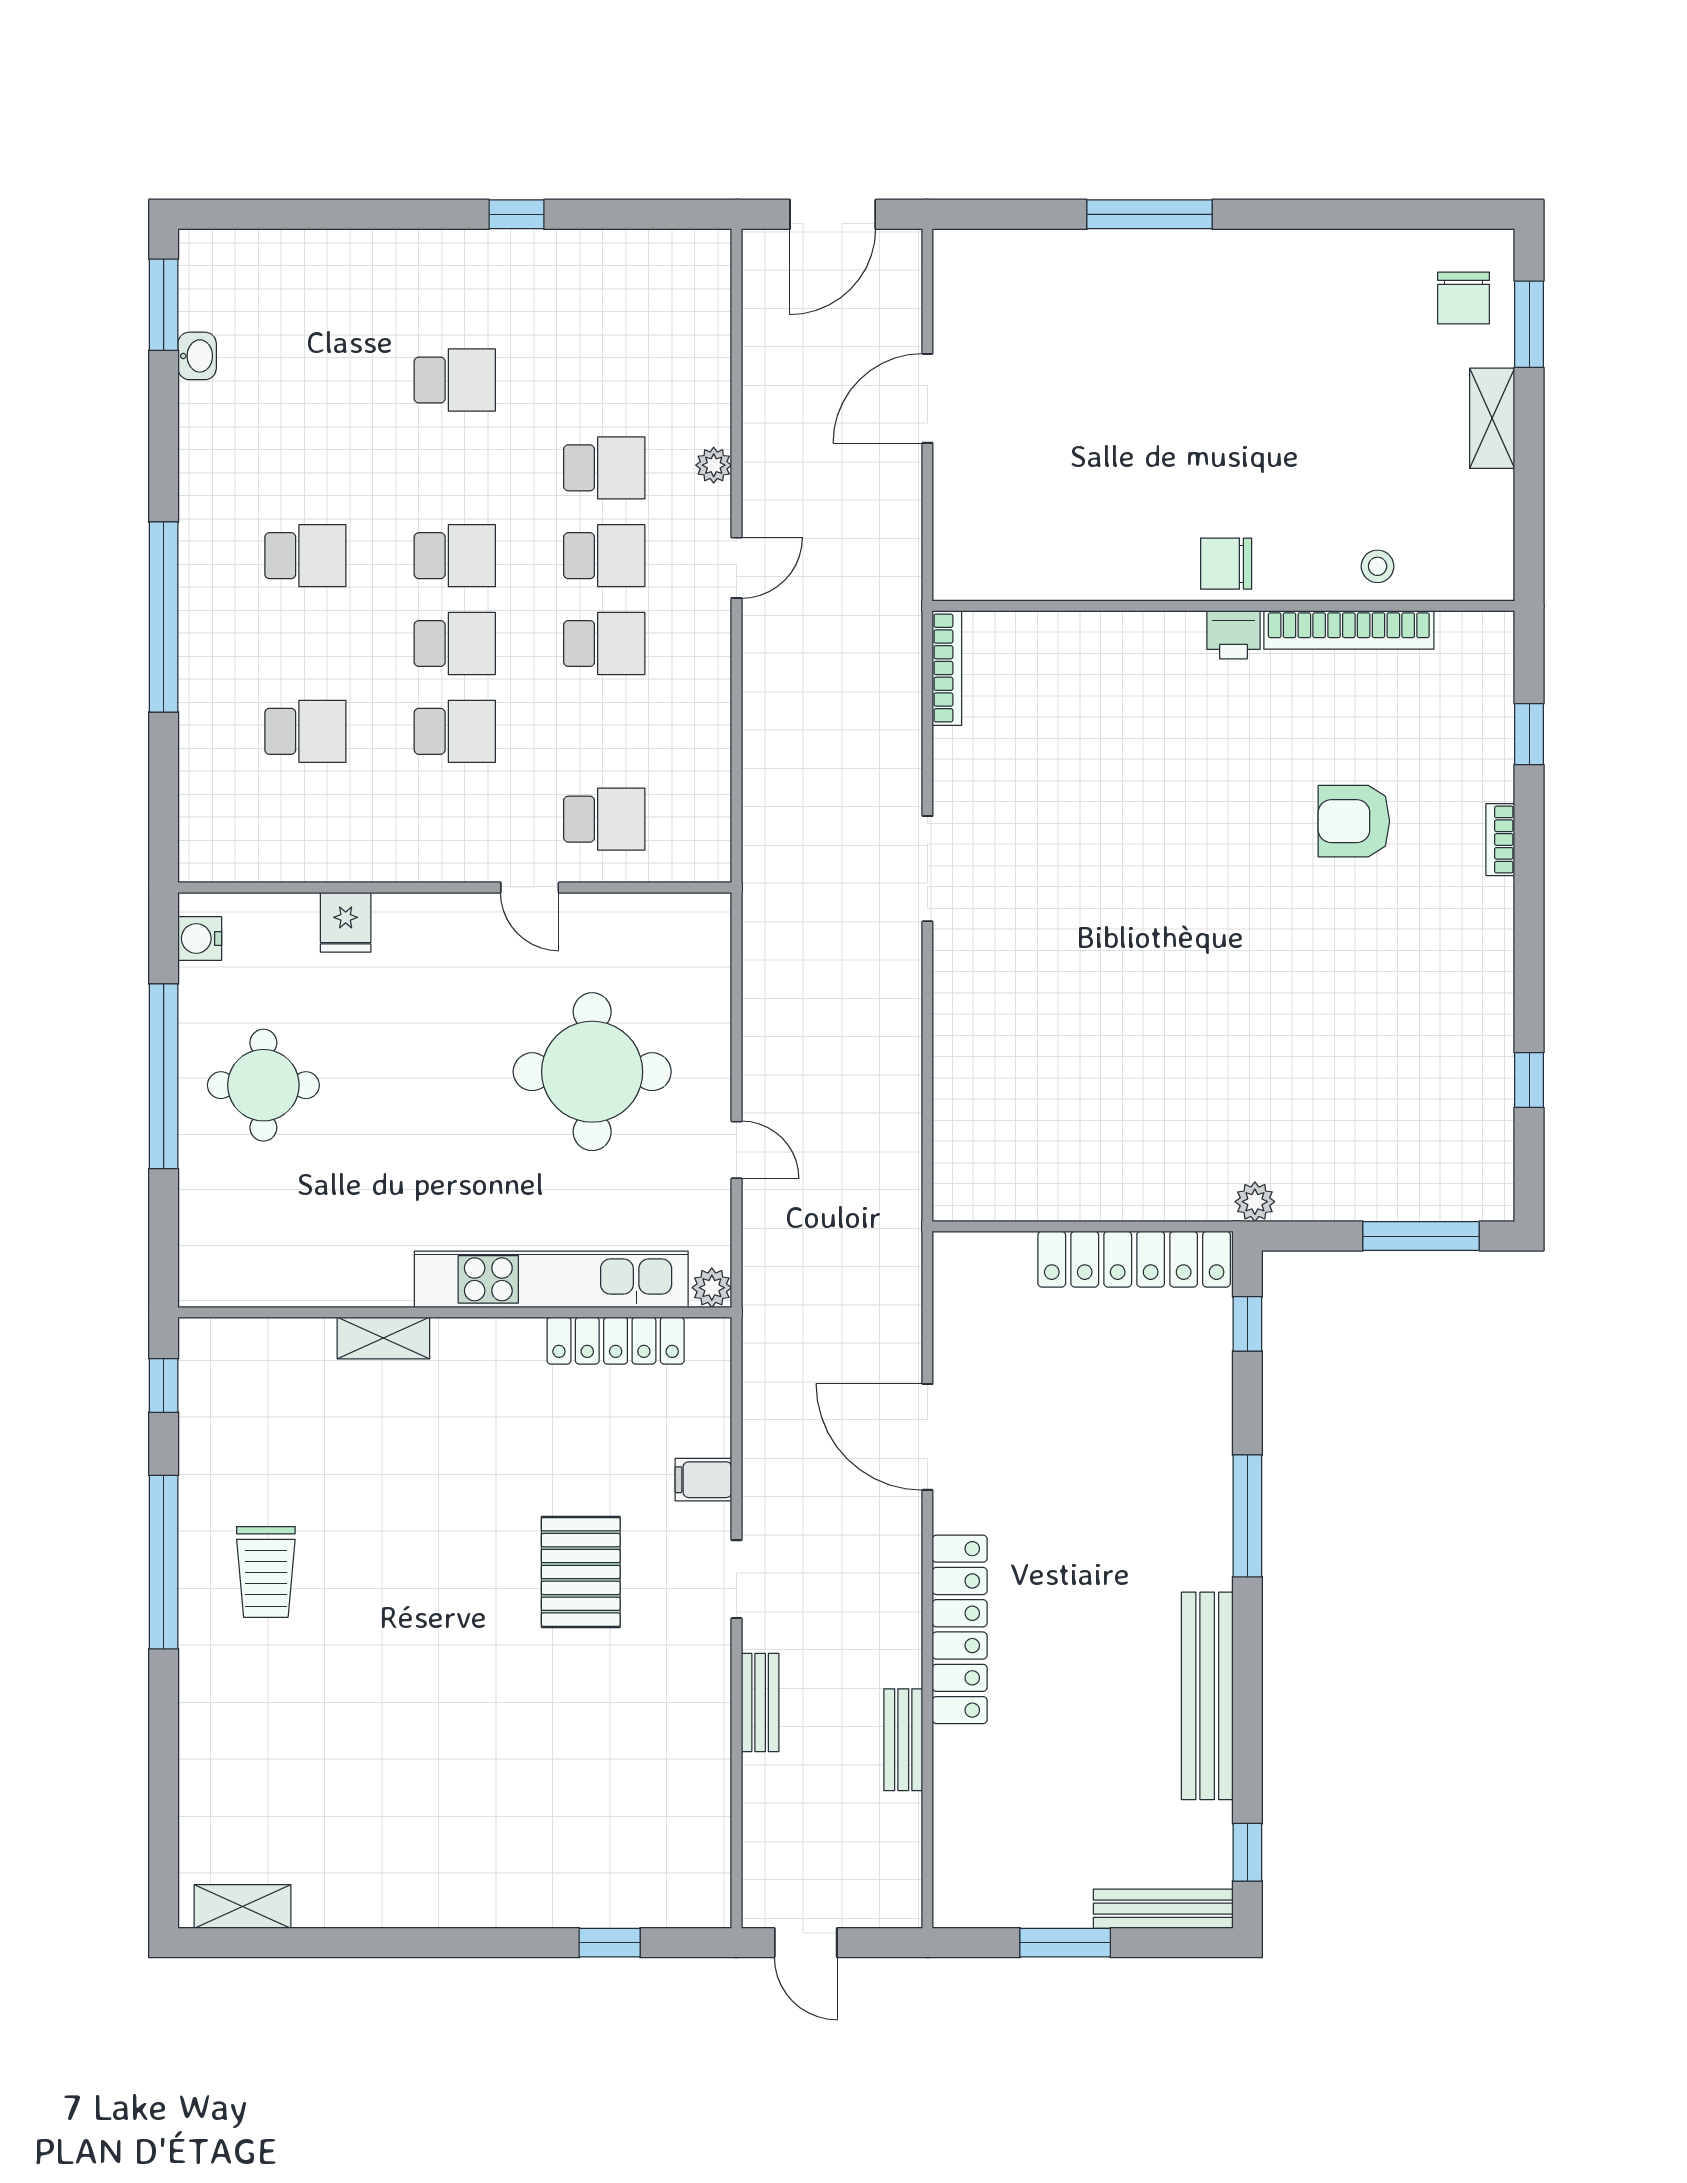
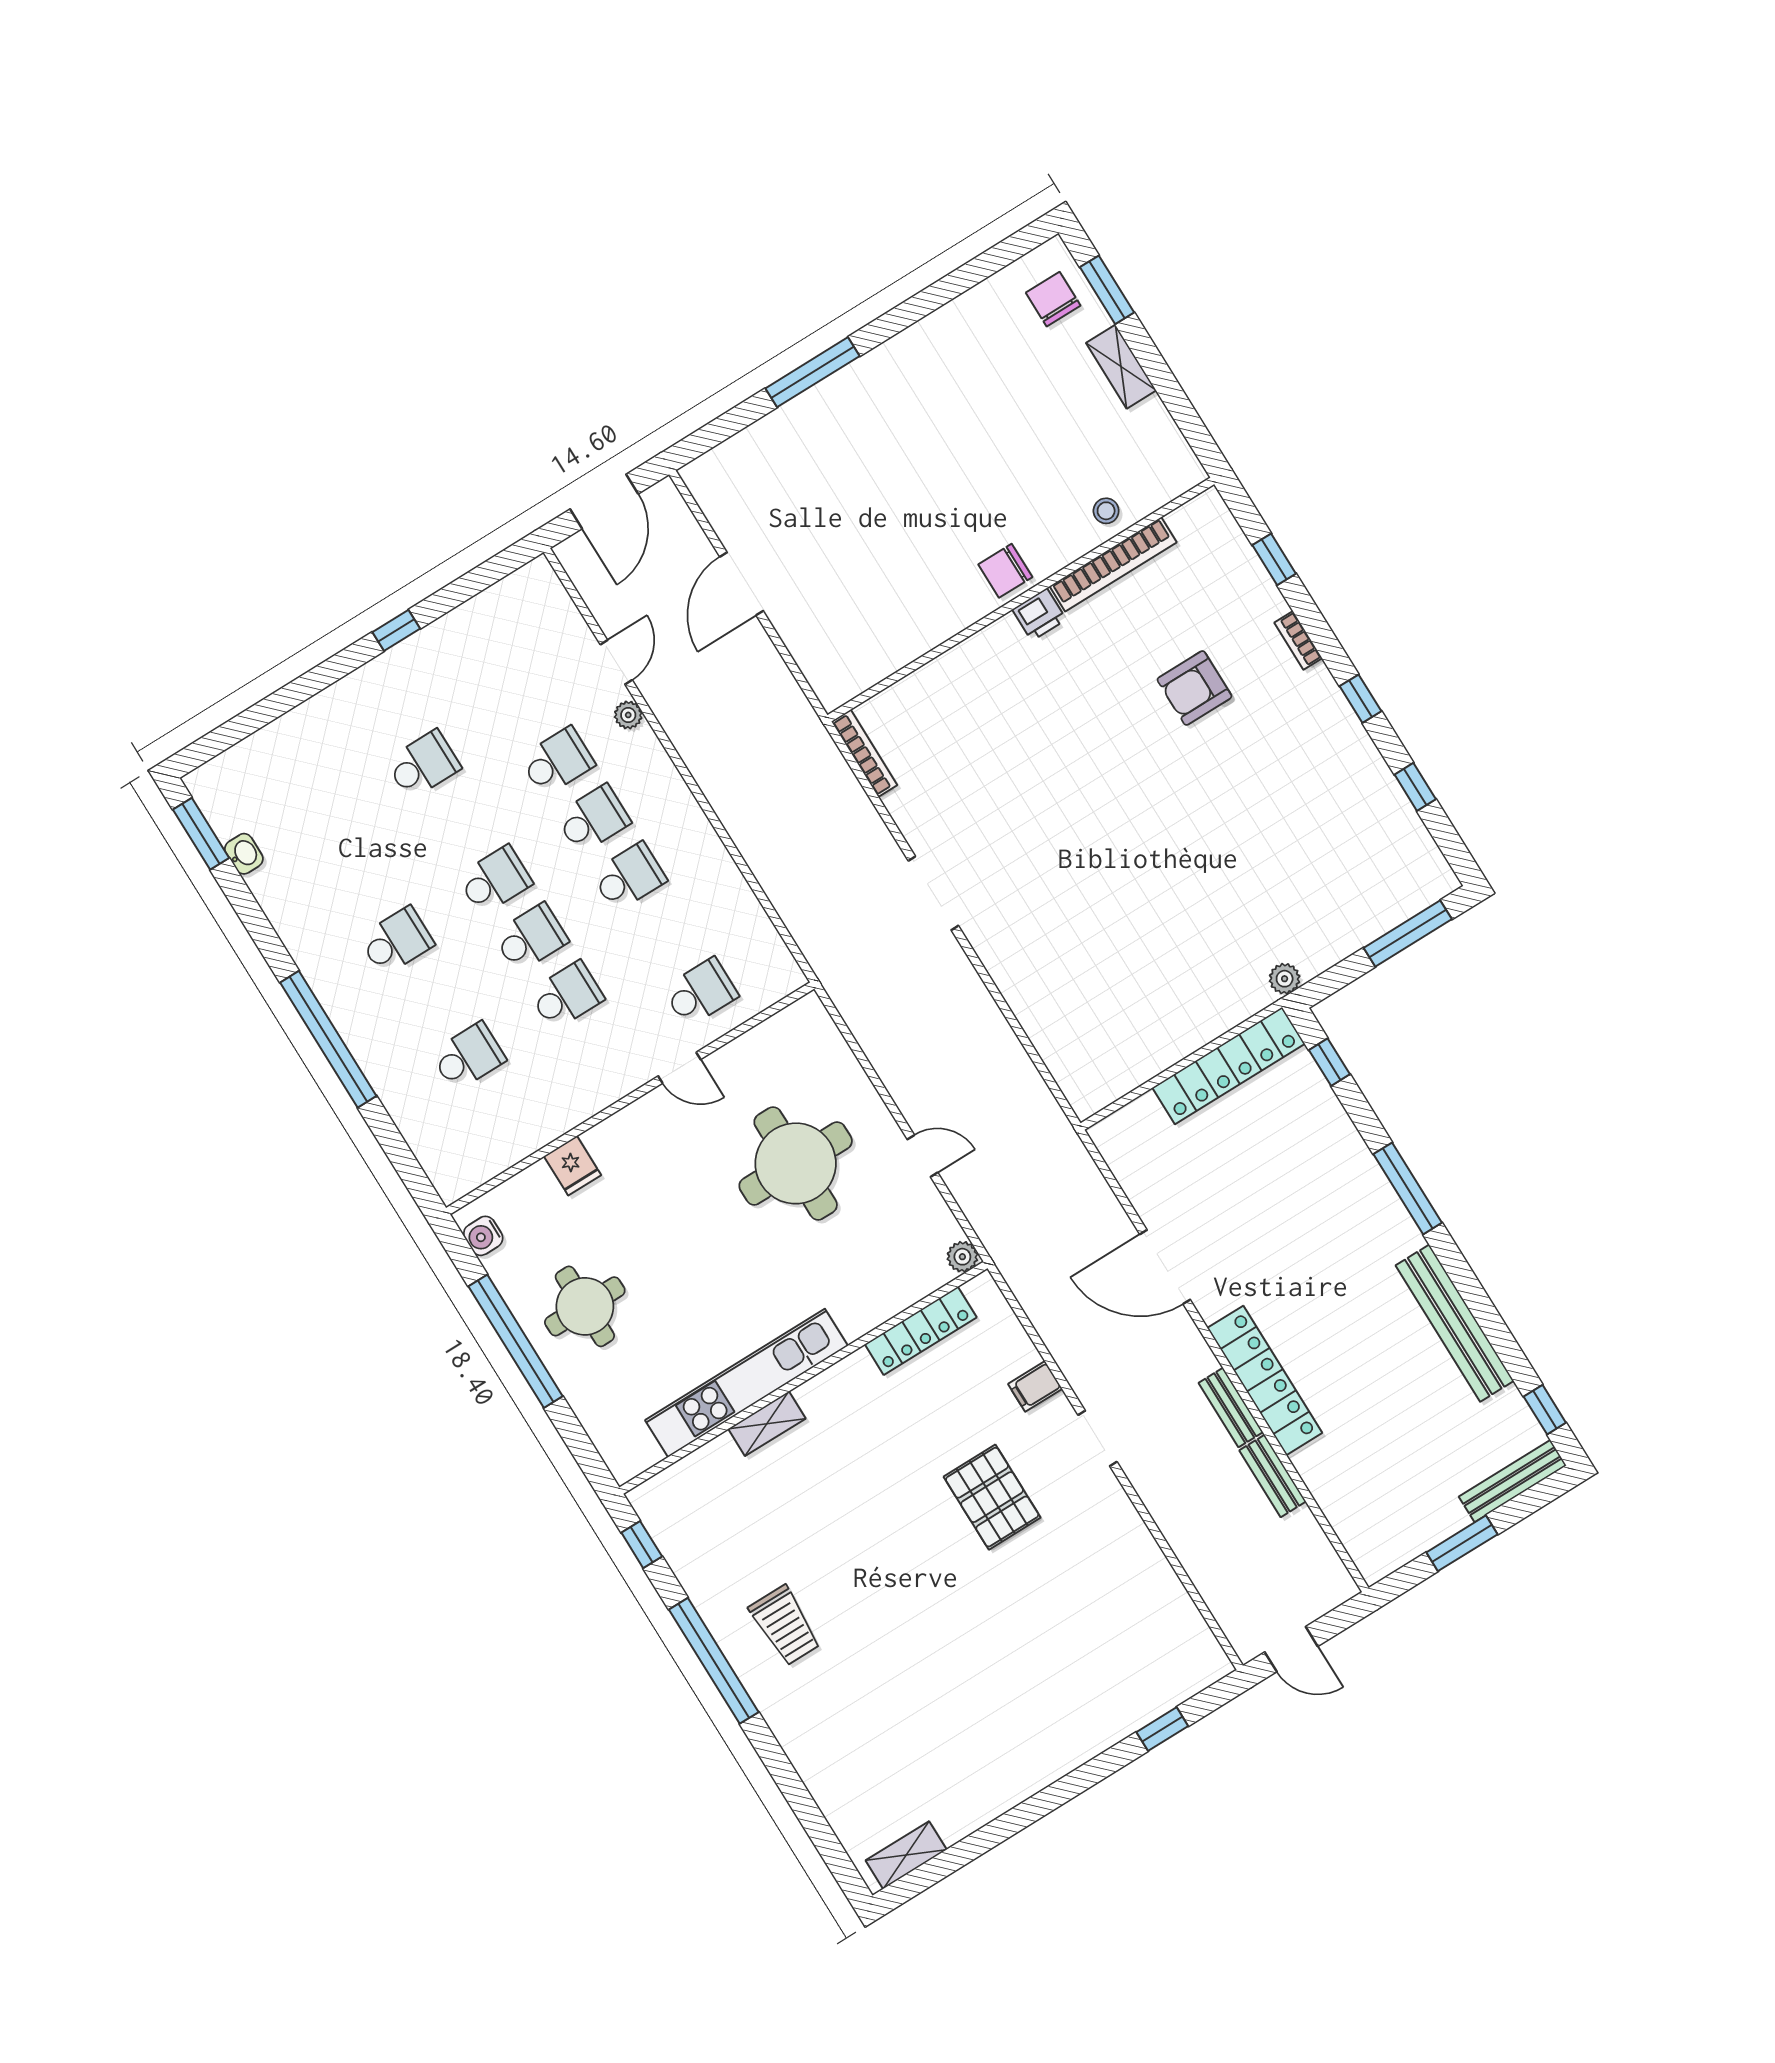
chair: (1464, 298) -> (1053, 299), turned 180
door: (736, 568) -> (616, 662), moved
window: (1529, 946) -> (1360, 699), added
kitchen unit: (551, 1279) -> (747, 1383), moved
bench: (760, 1703) -> (1231, 1407), moved

